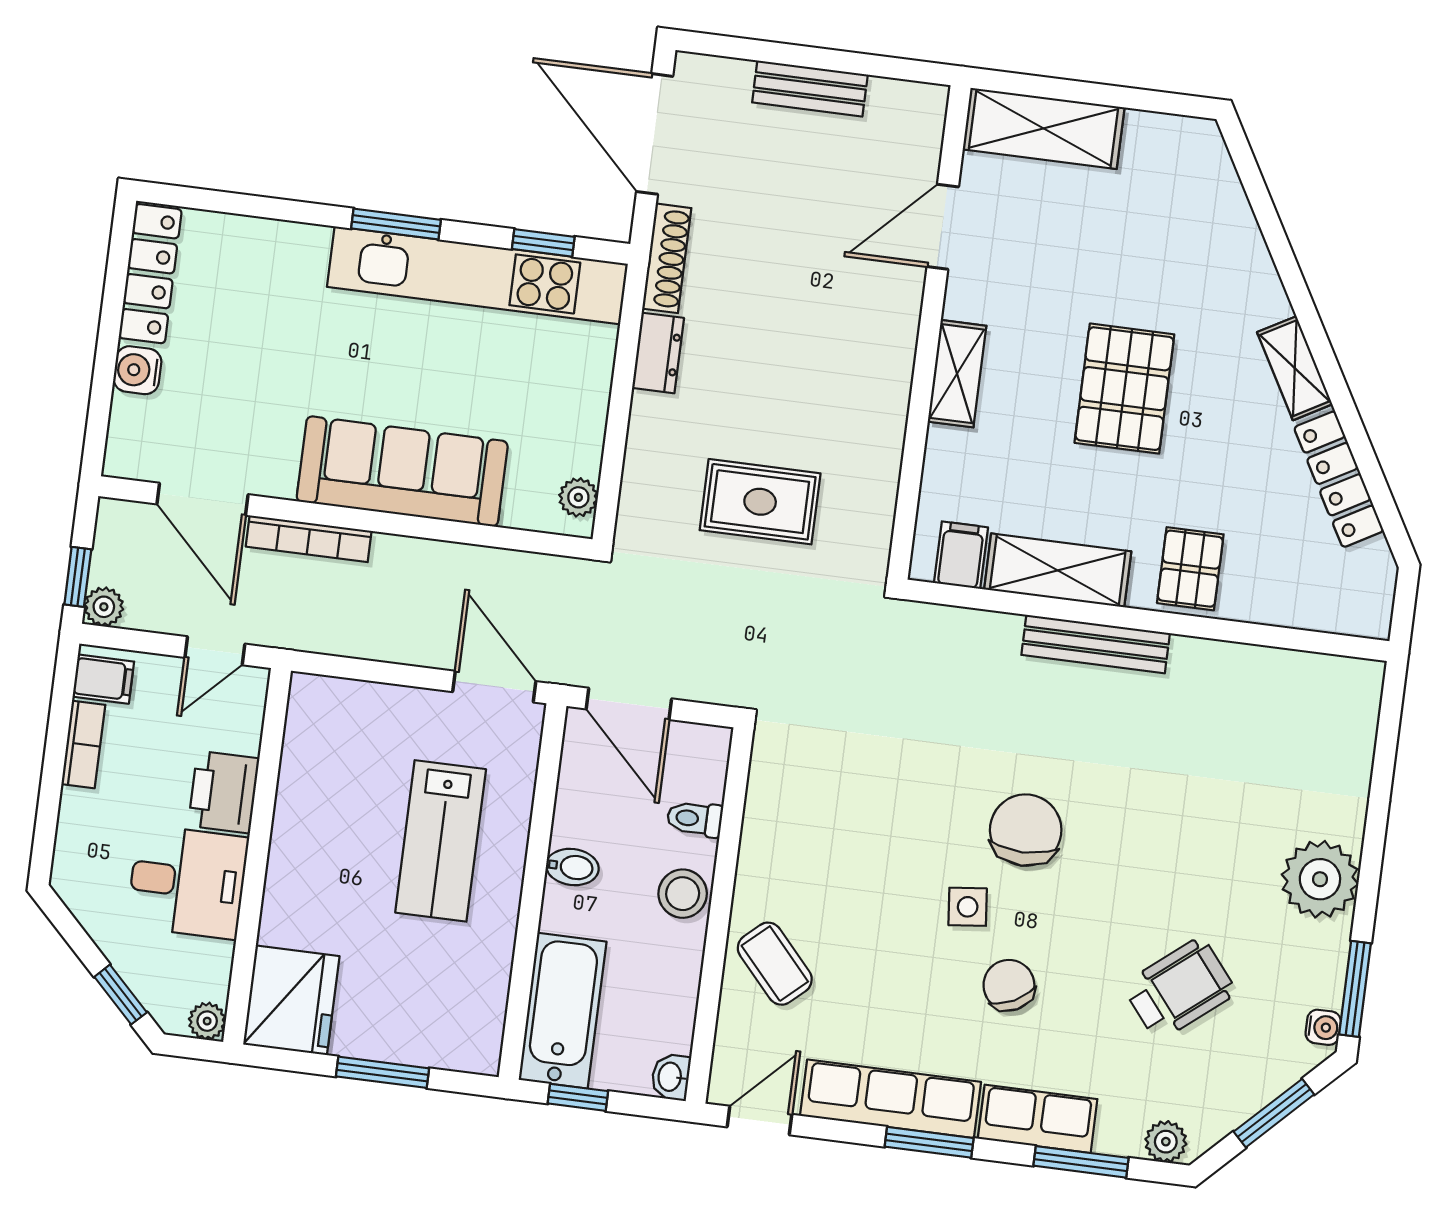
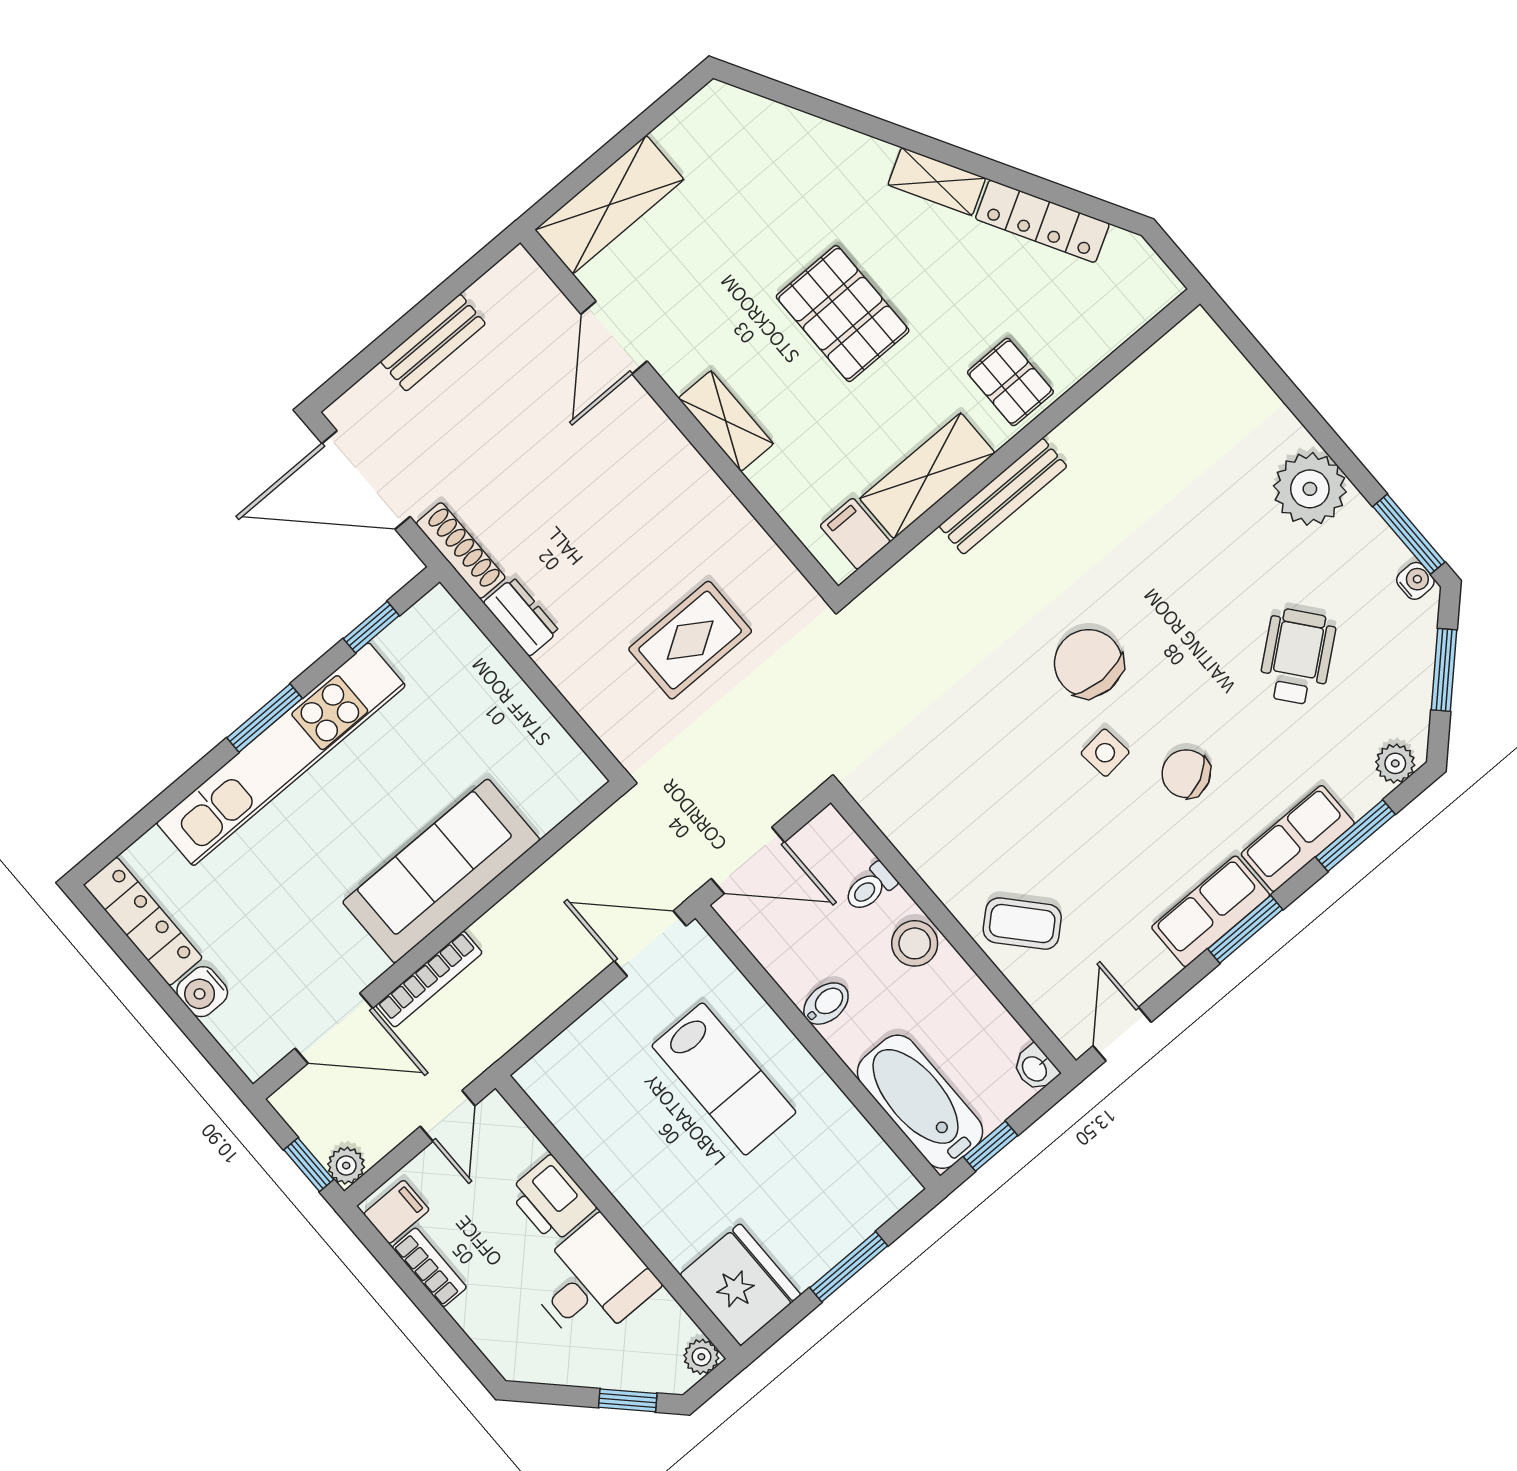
kitchen unit: (477, 275) -> (281, 754), moved
plant: (578, 497) -> (571, 764), removed
row of seats: (890, 1099) -> (1211, 911), width x0.68

